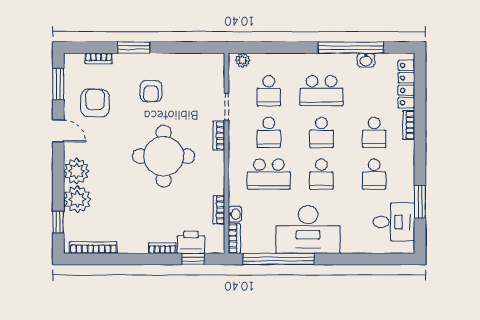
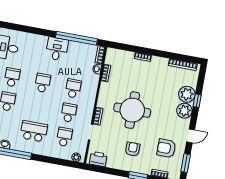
armchair: (95, 103) -> (166, 148), turned 90
door: (58, 131) -> (191, 136), swing flipped
school desk: (321, 132) -> (38, 107), removed
school desk: (269, 174) -> (73, 88), width x0.54
window: (58, 222) -> (197, 101), moved
desk: (308, 230) -> (57, 49), width x0.53, depth x0.77
printer: (191, 242) -> (98, 159), moved, turned 180
window: (193, 259) -> (126, 47), removed

